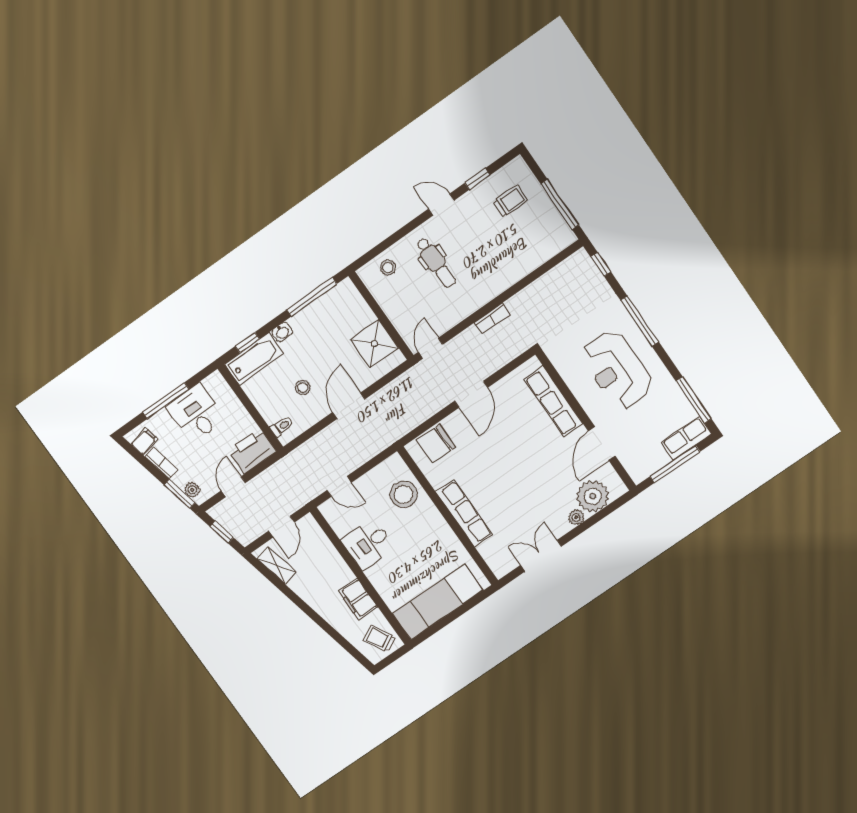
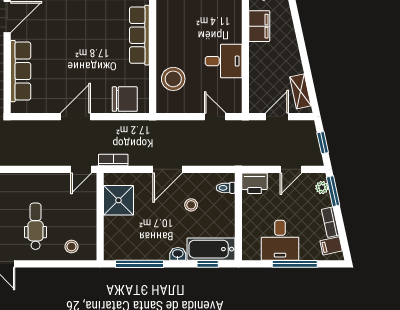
bookcase: (492, 318) -> (113, 160), moved
printer: (252, 451) -> (255, 183), width x0.73, depth x0.84

